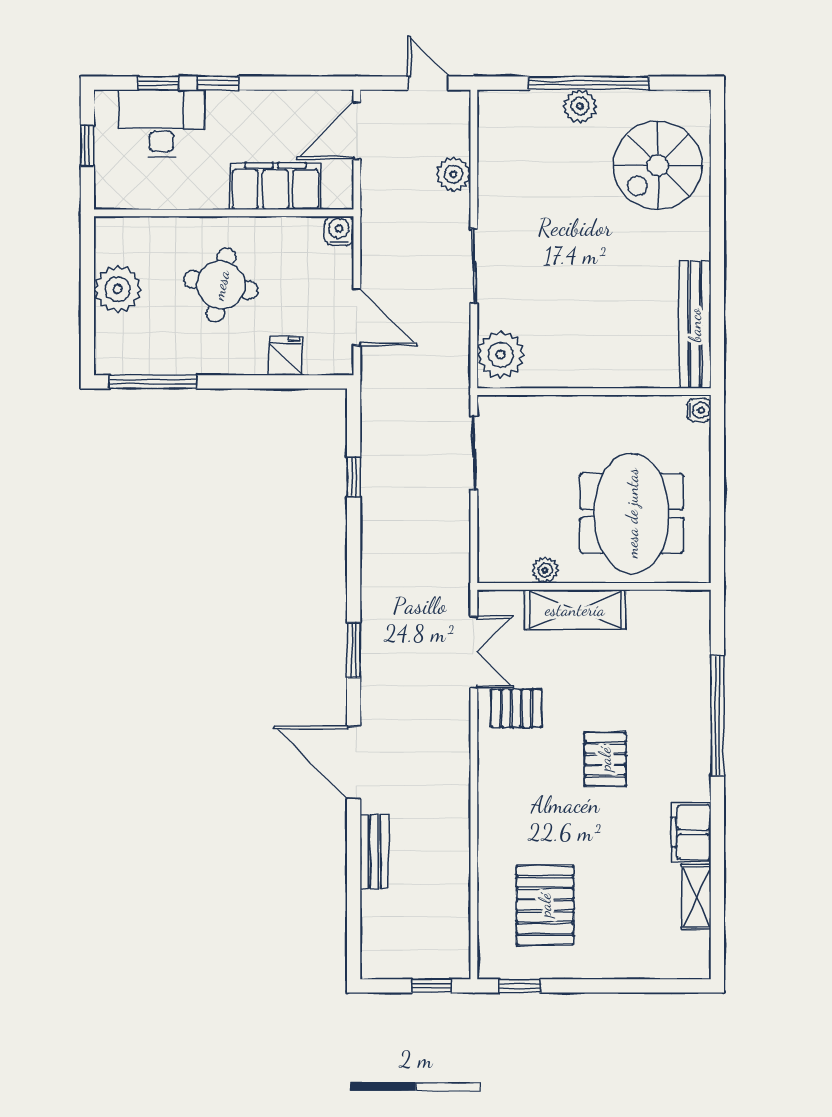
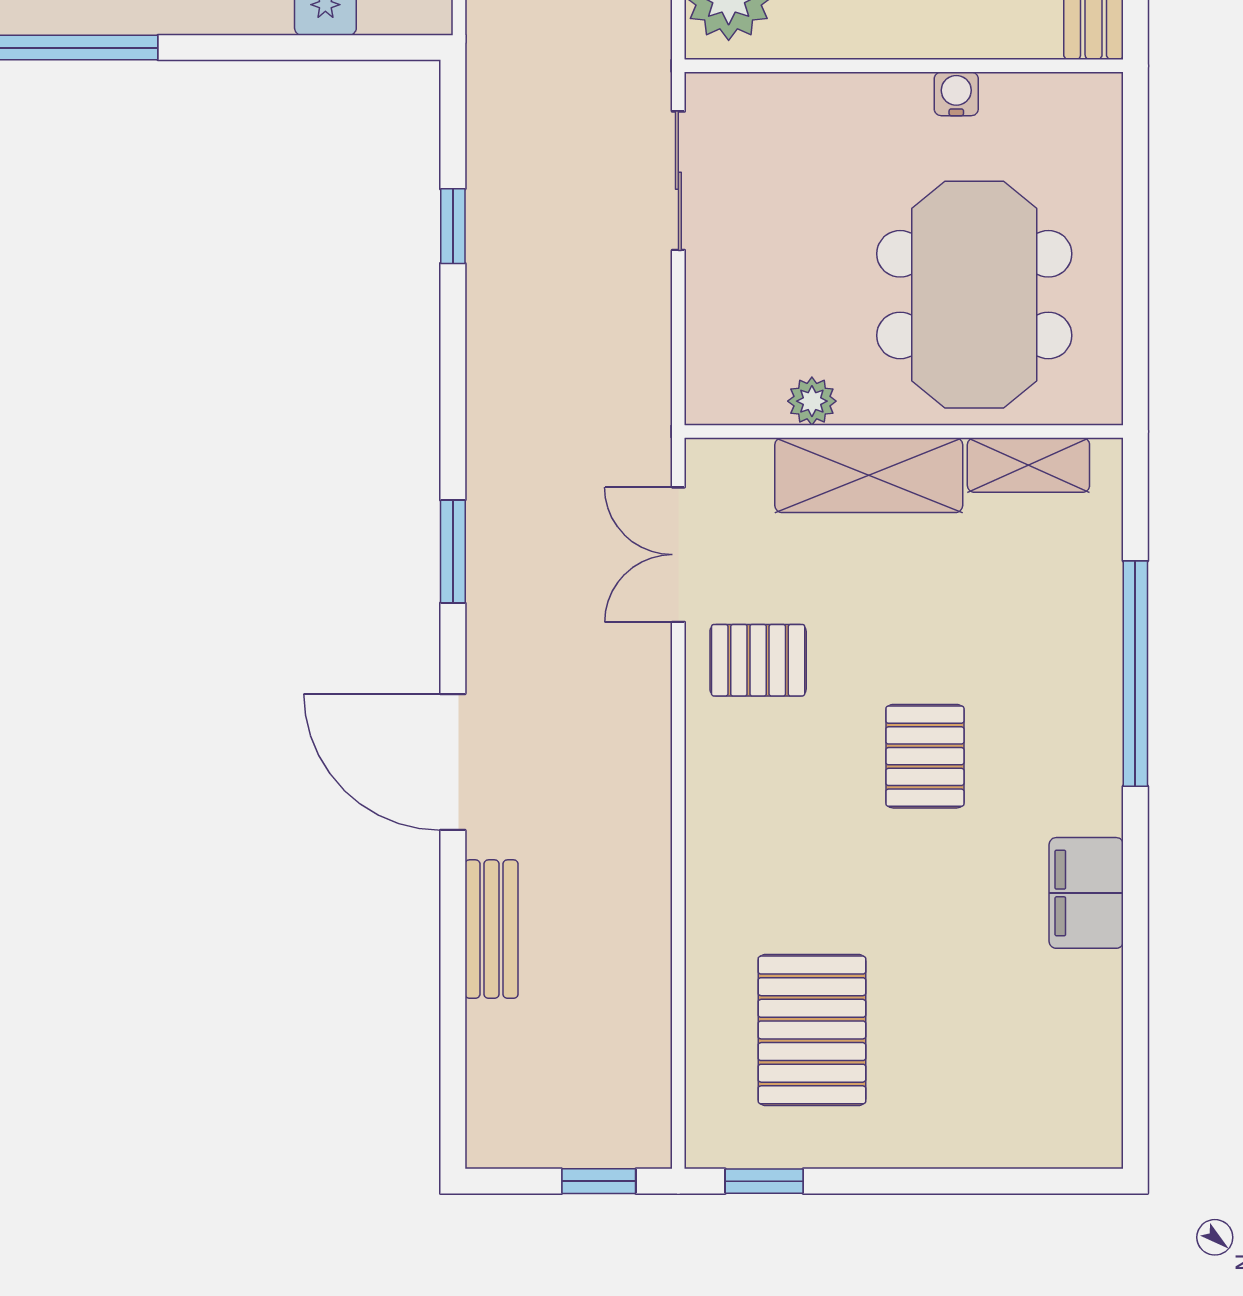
water cooler: (699, 410) -> (956, 94), moved, turned -90
double door: (474, 652) -> (678, 555), swing flipped
shelving: (696, 897) -> (1028, 465), moved, turned 90

